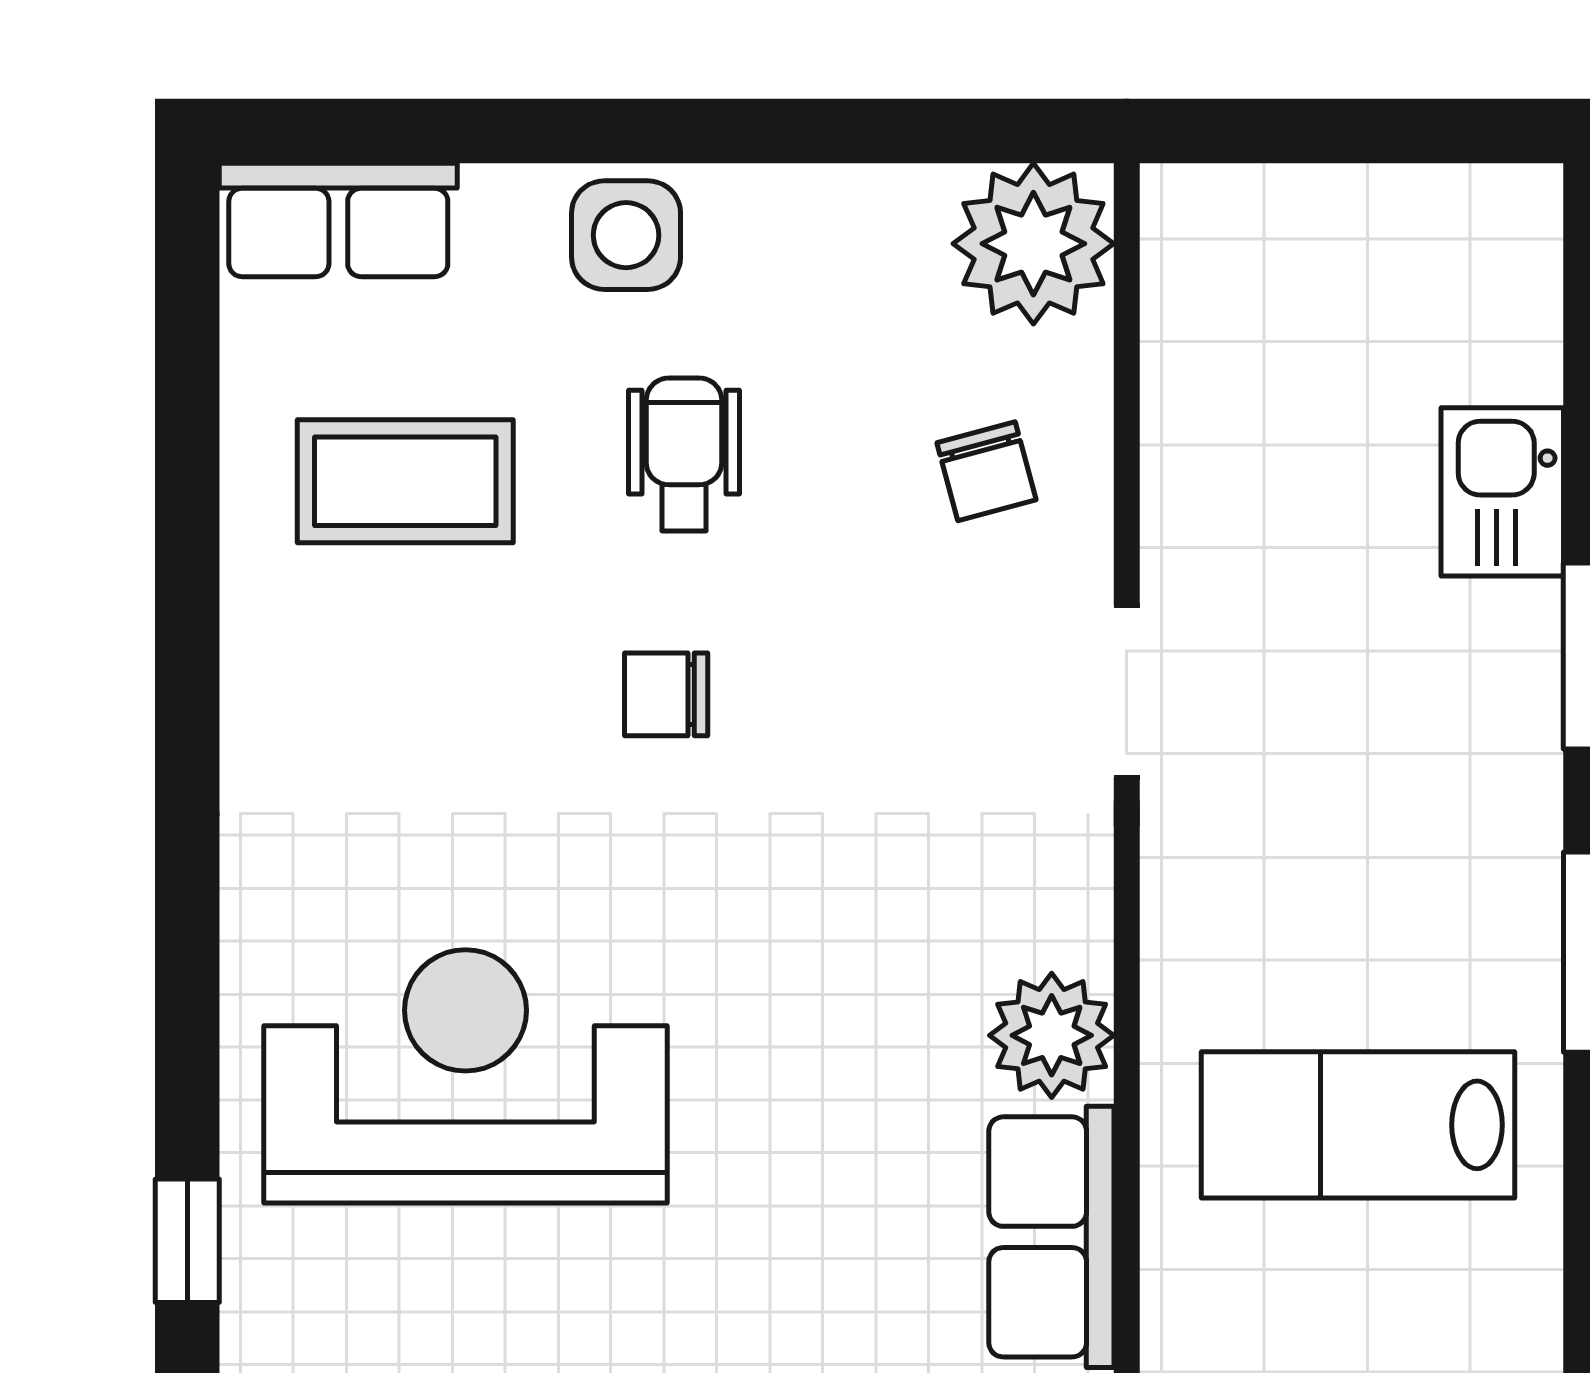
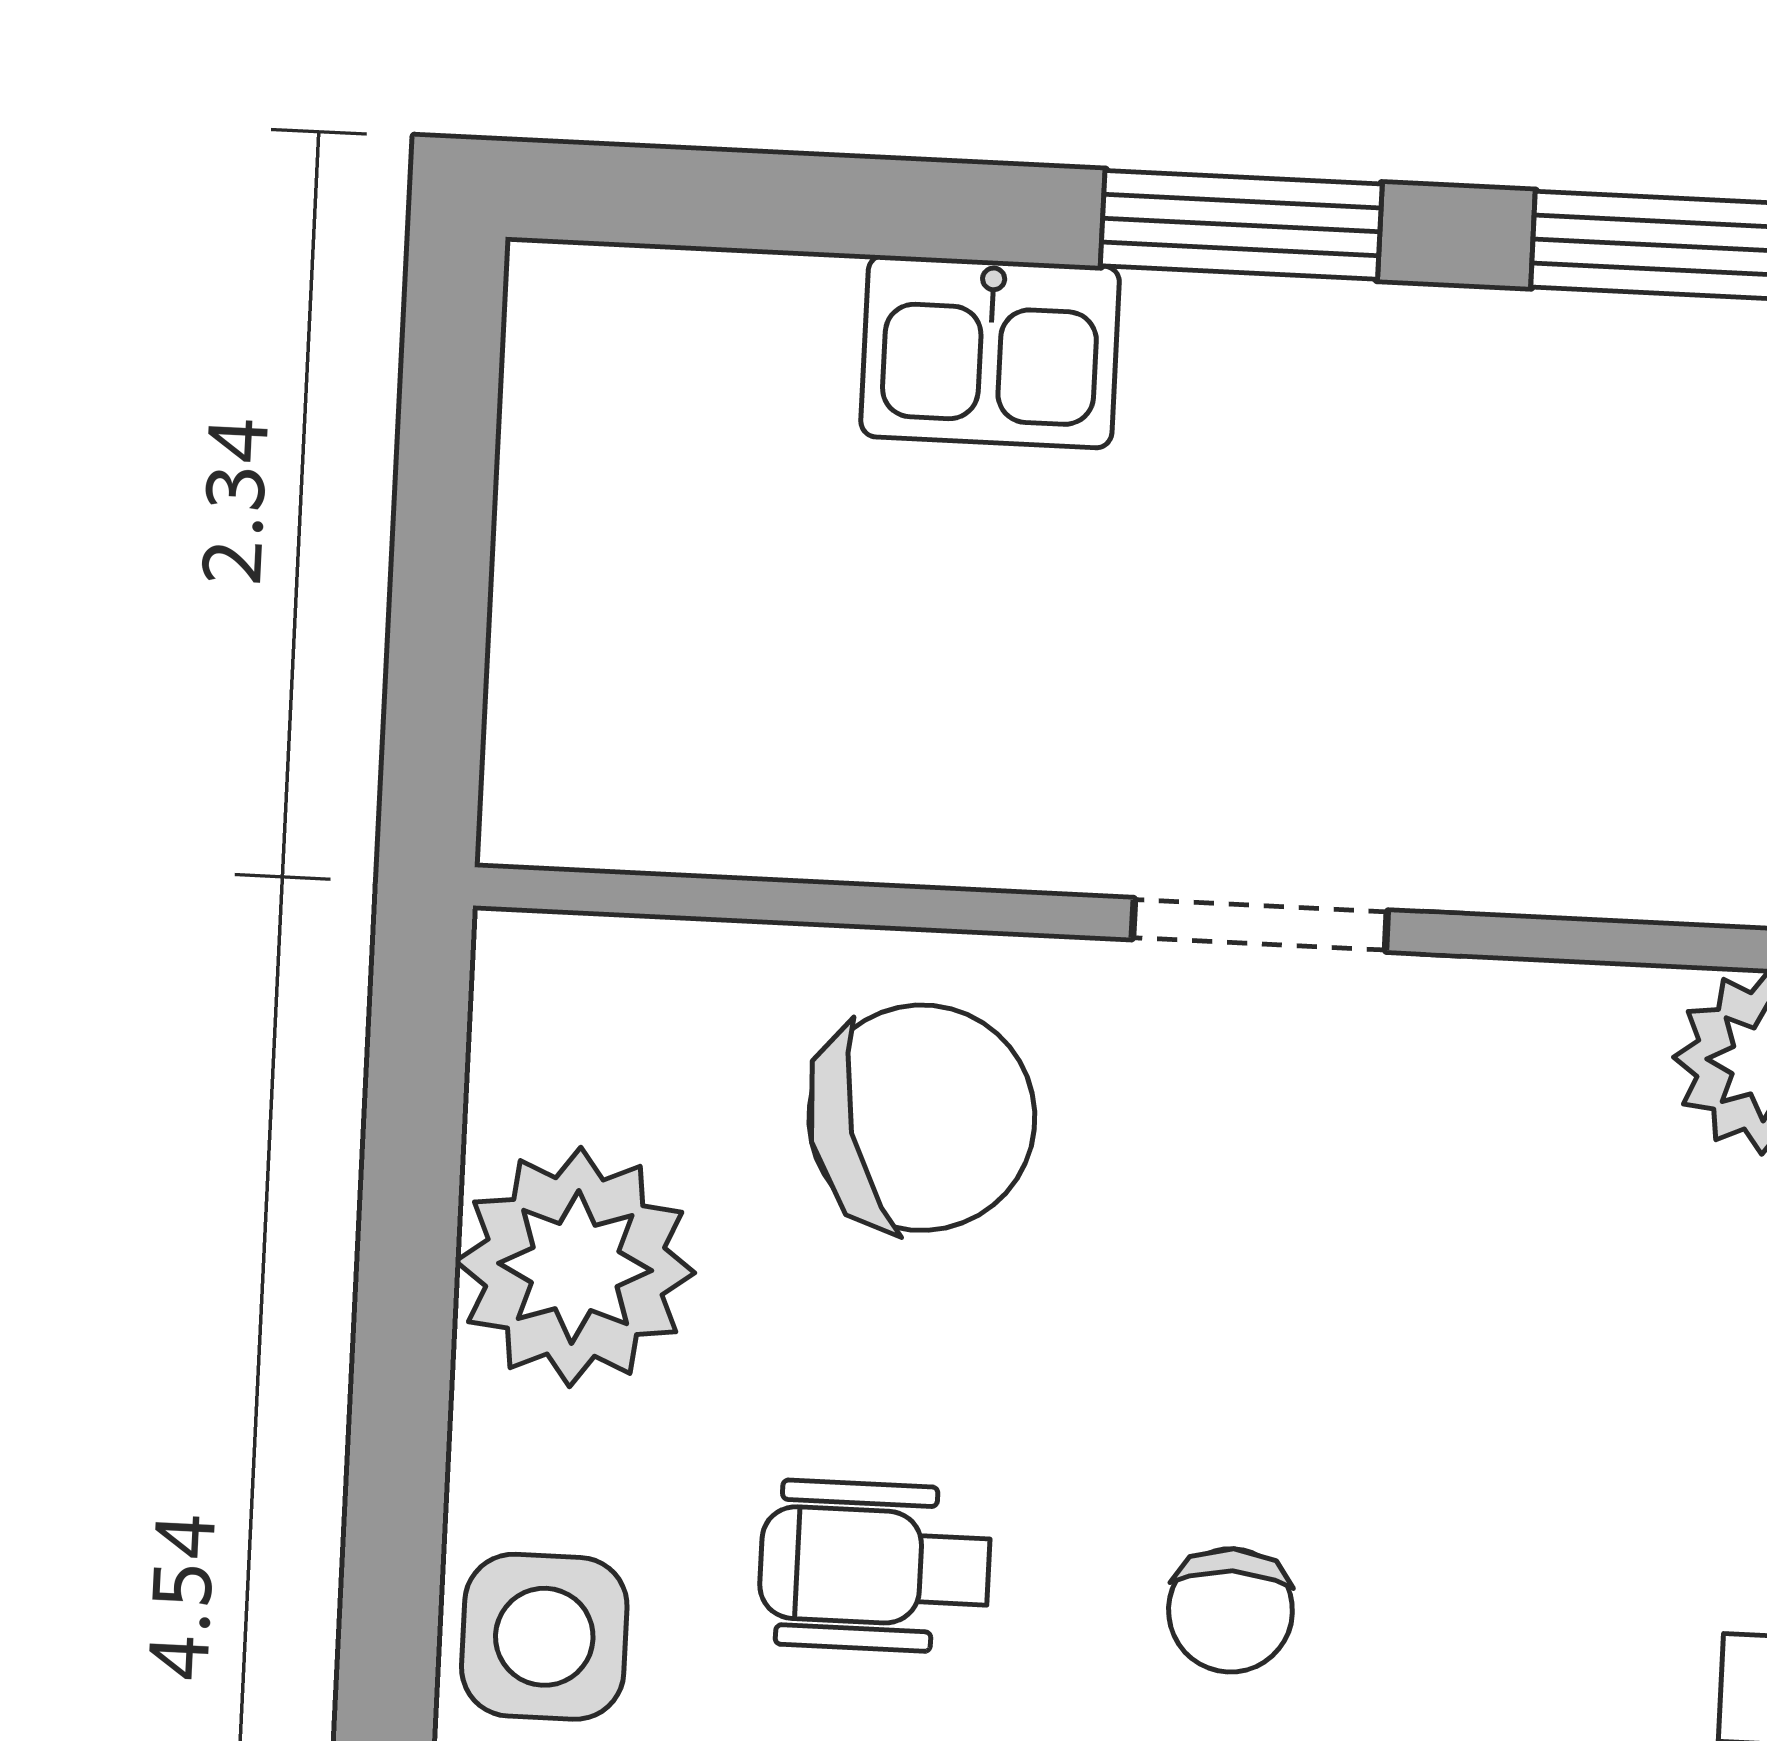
plant: (1033, 244) -> (575, 1267), moved
chair: (986, 471) -> (922, 1118), width x1.87, depth x1.87

